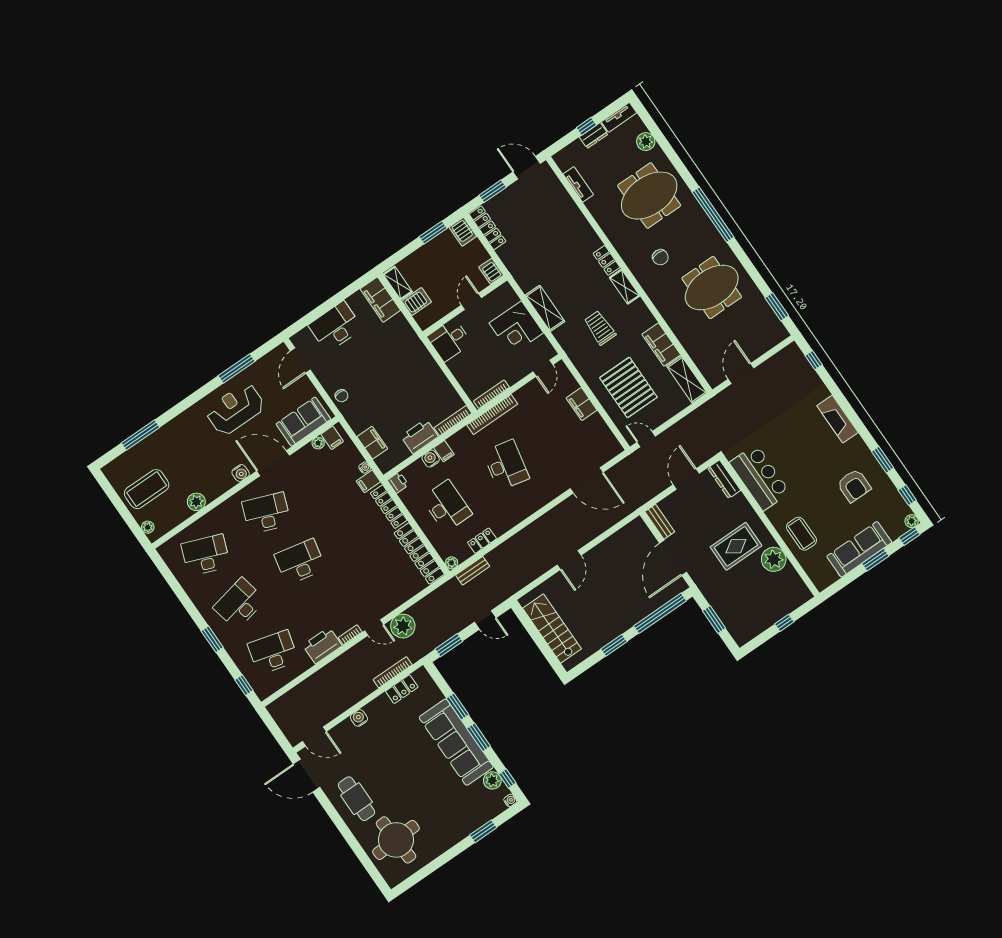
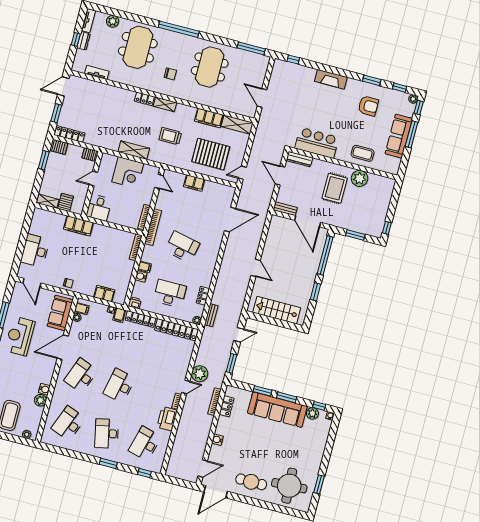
filing cabinet: (380, 300) -> (79, 226), moved
door: (472, 301) -> (93, 178), hinge flipped
window: (777, 307) -> (251, 48), width x1.44
printer: (420, 436) -> (126, 270), removed
water cooler: (241, 473) -> (44, 389), moved
window: (875, 560) -> (412, 134), width x1.44
window: (784, 623) -> (387, 228), moved
window: (483, 831) -> (319, 484), moved

